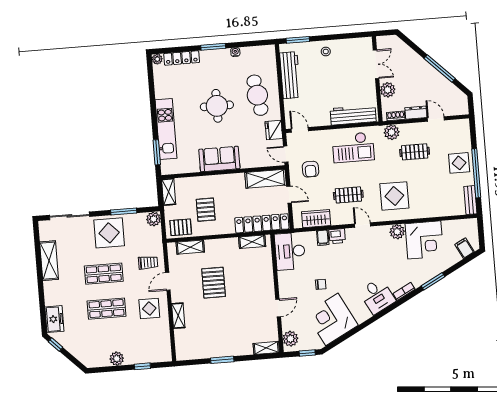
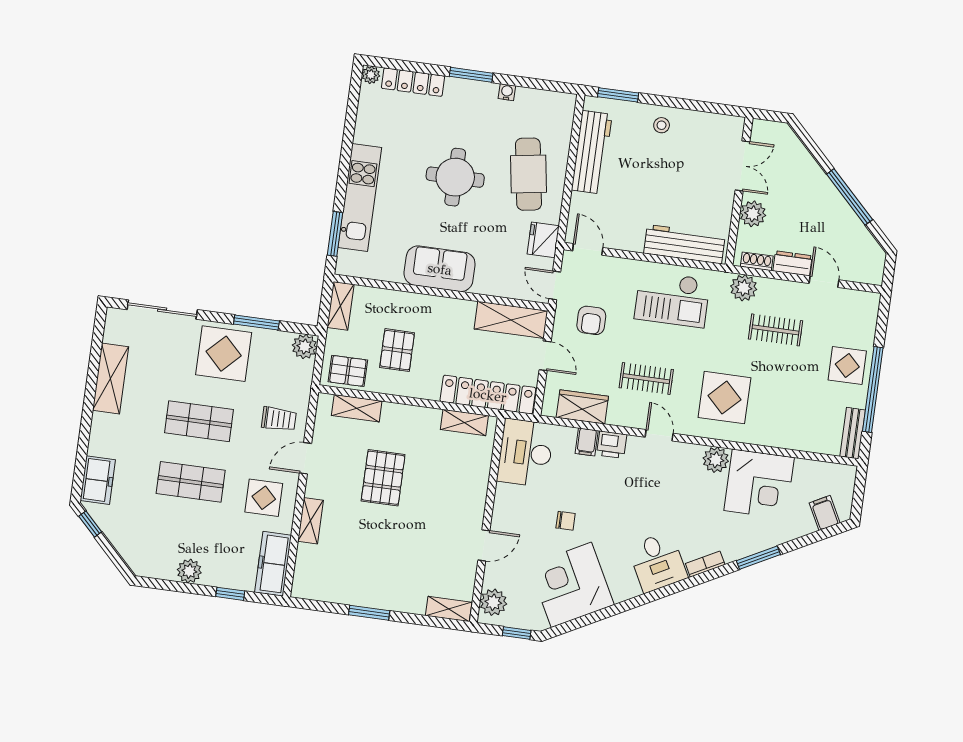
freezer: (163, 344) -> (273, 564), added

